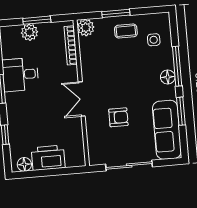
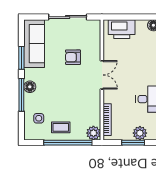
window: (116, 13) -> (68, 143), width x2.11
printer: (48, 158) -> (122, 29), moved

